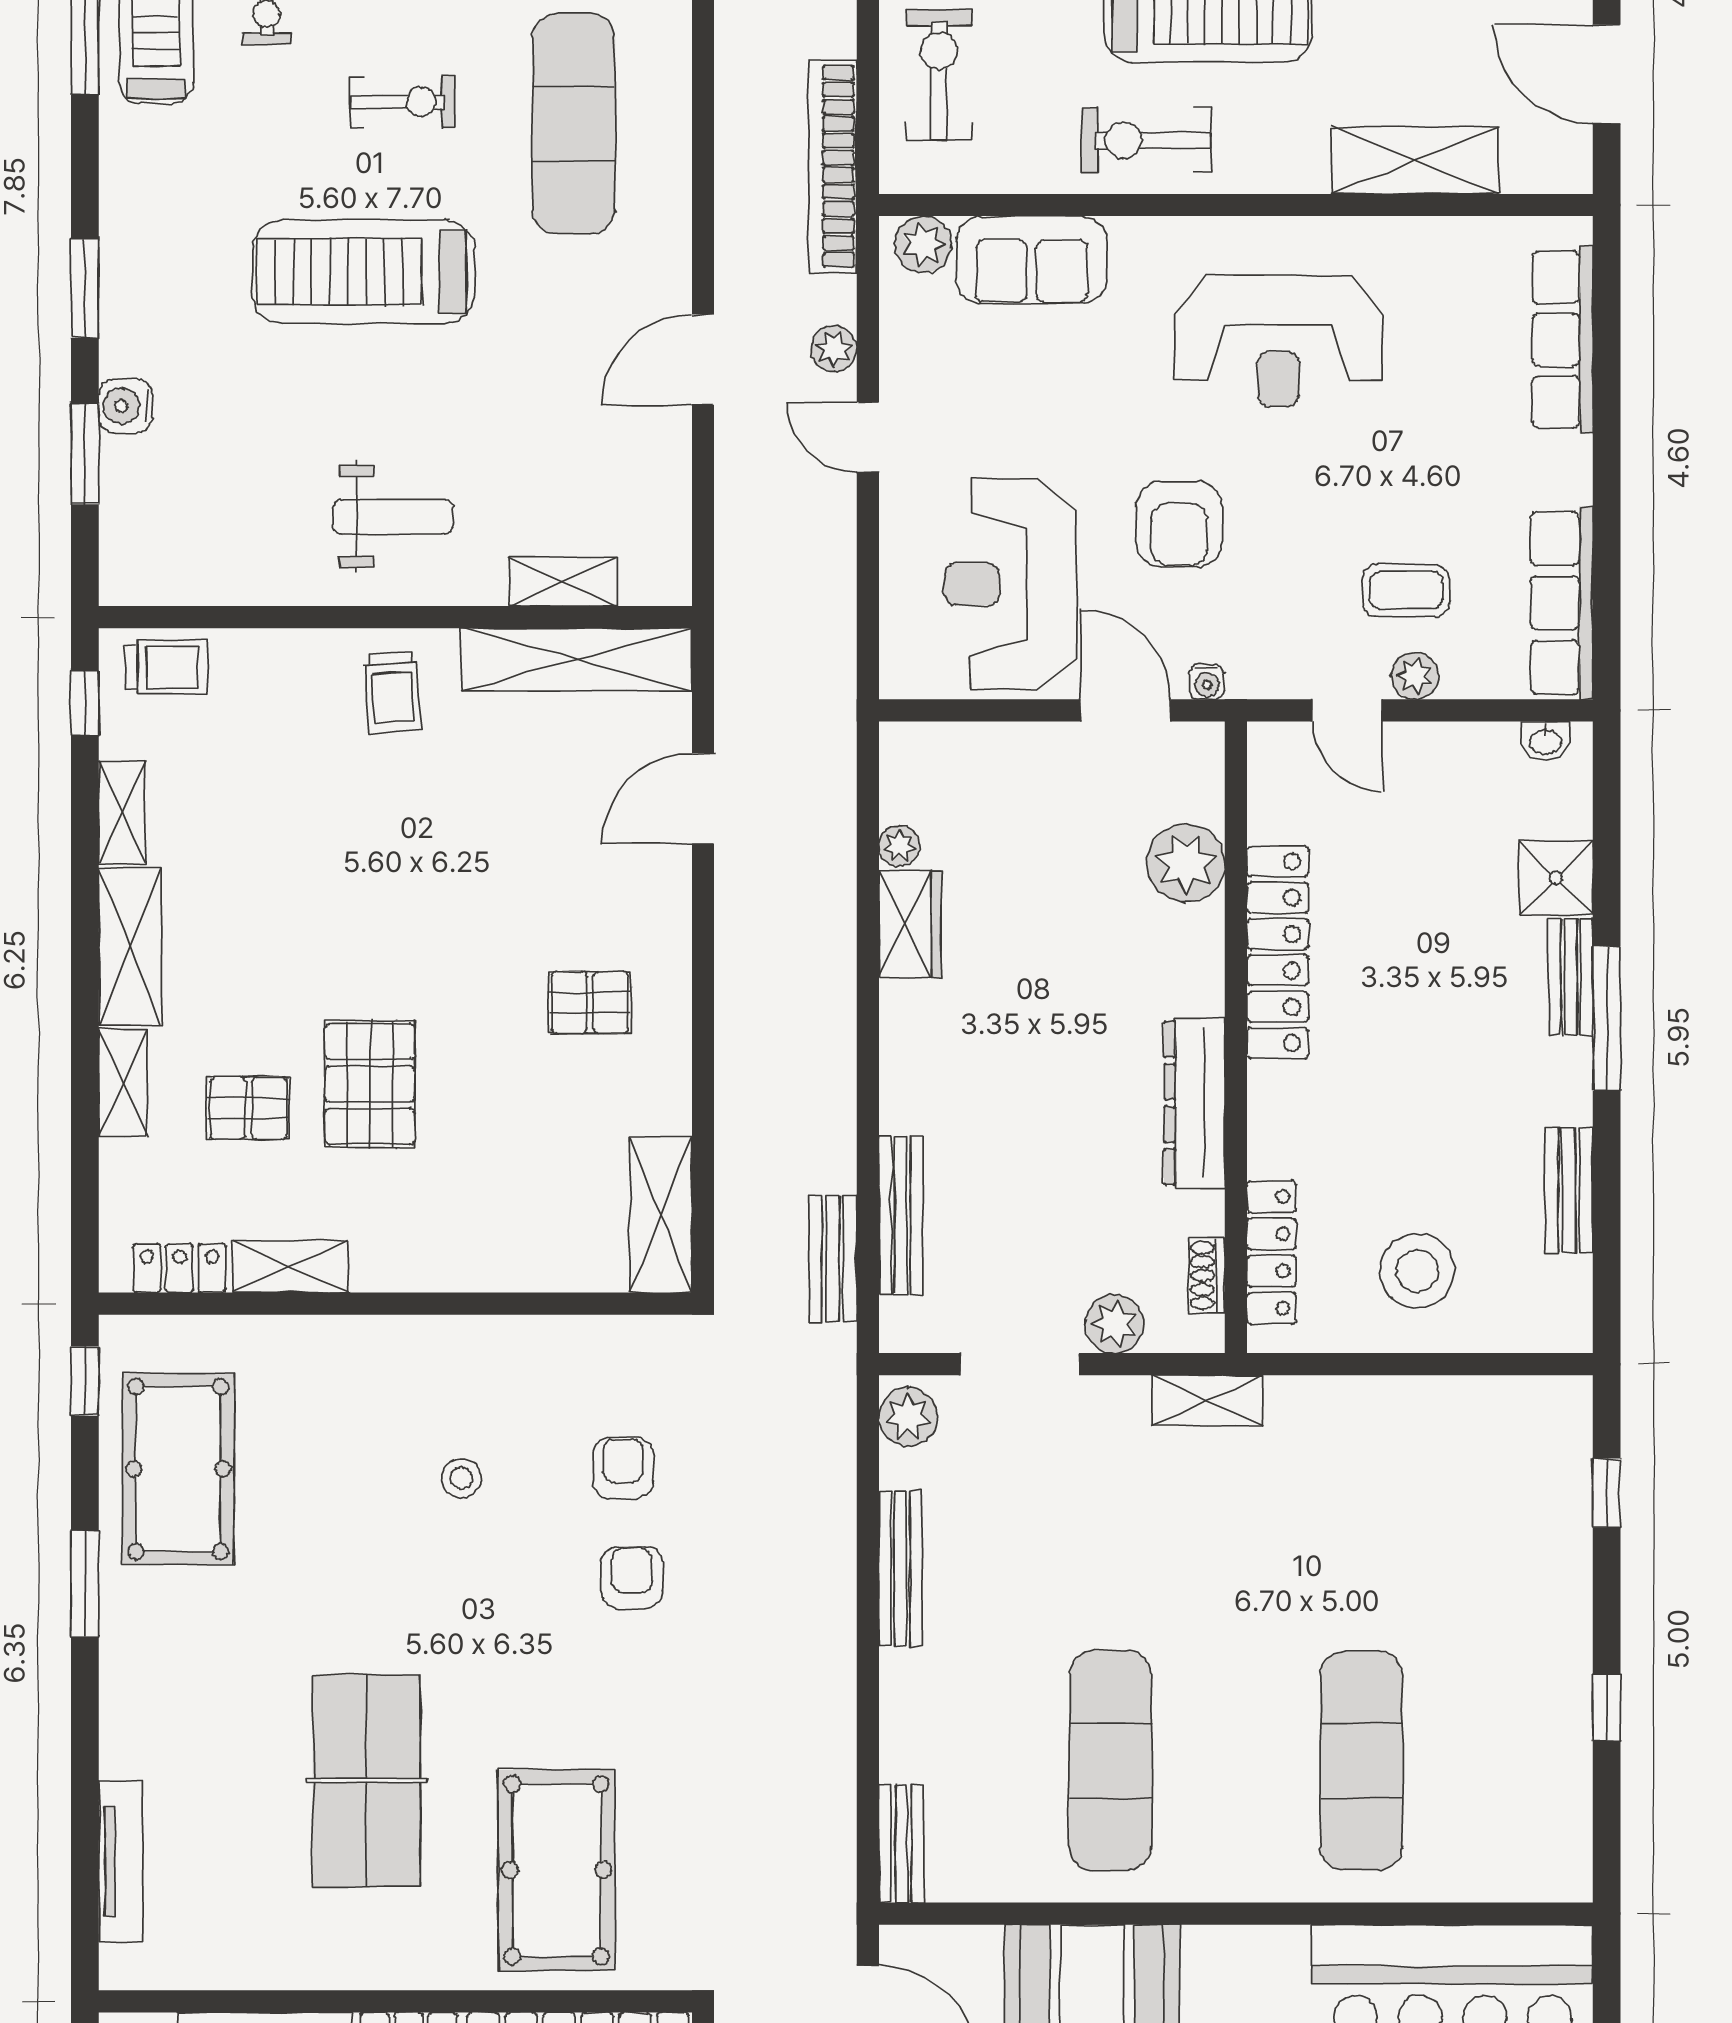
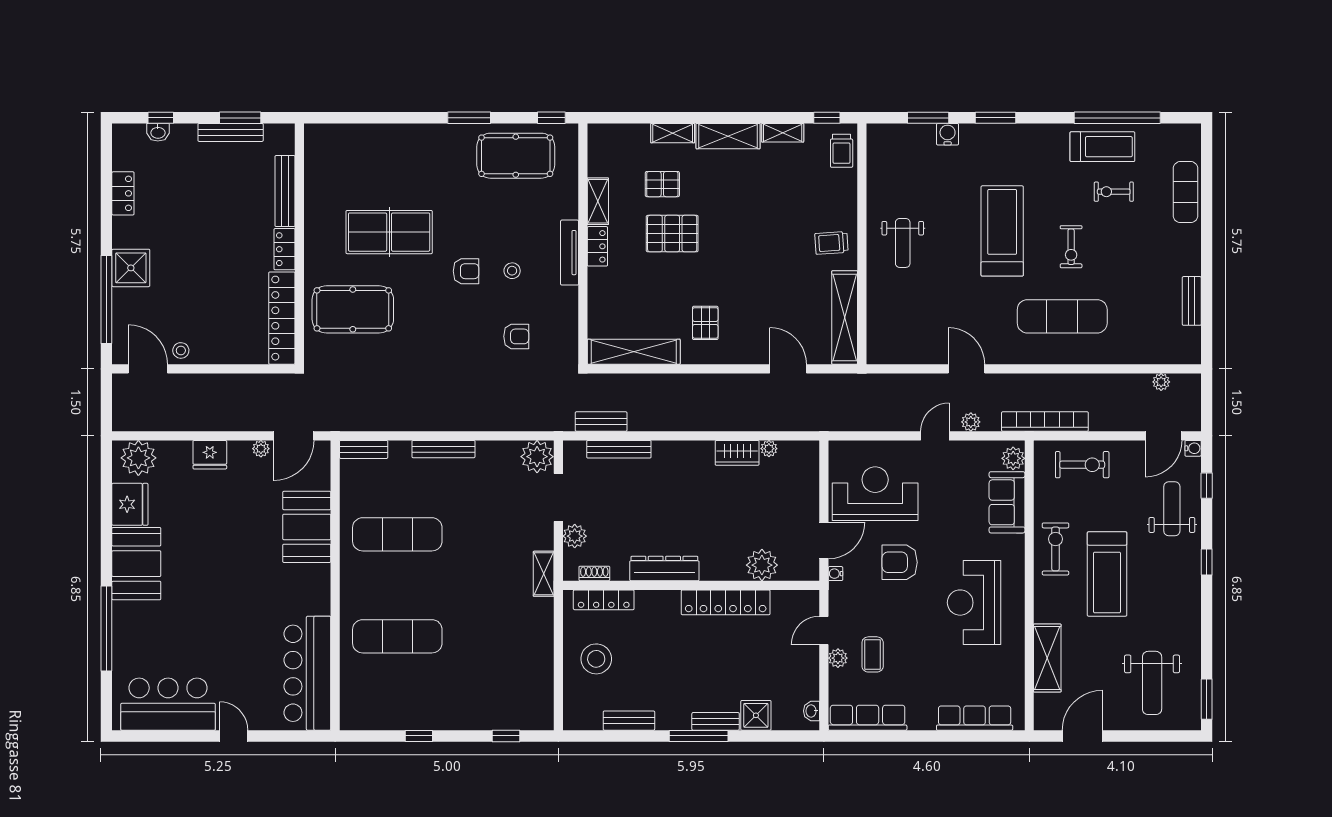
shelving: (563, 582) -> (876, 312), removed
pallet: (248, 1108) -> (662, 184), turned 90
shelving: (661, 1215) -> (634, 352), width x1.47
locker: (179, 1268) -> (597, 246), moved
plant: (908, 1417) -> (537, 457), width x1.36, depth x1.36
bench: (900, 1569) -> (443, 449), moved
armchair: (632, 1578) -> (466, 271), moved
tv unit: (120, 1861) -> (570, 253), moved, turned 90

